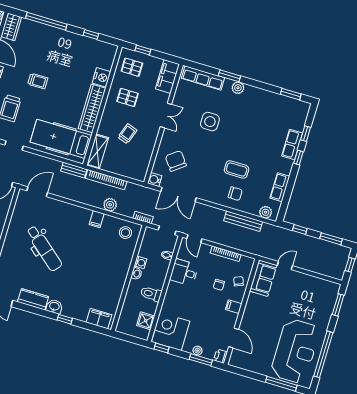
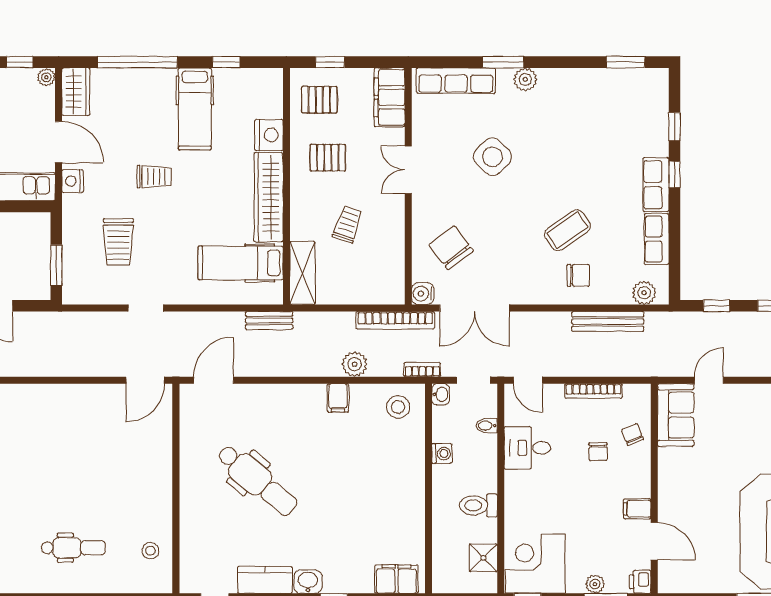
hospital bed: (68, 53) -> (195, 109), added
double door: (166, 116) -> (408, 170), swing flipped
side table: (210, 122) -> (492, 157), turned 45
hospital bed: (61, 139) -> (241, 263), width x0.73, depth x0.78
row of seats: (292, 144) -> (656, 185), moved
coffee table: (237, 169) -> (567, 230), turned -35
bookcase: (106, 180) -> (395, 320), moved
washbasin: (136, 274) -> (441, 394), moved
filing cabinet: (234, 307) -> (637, 509), moved

